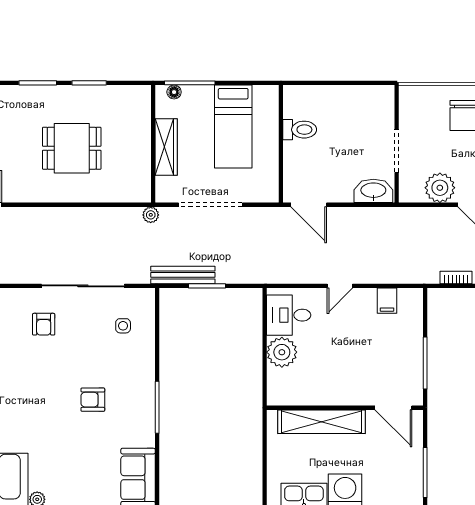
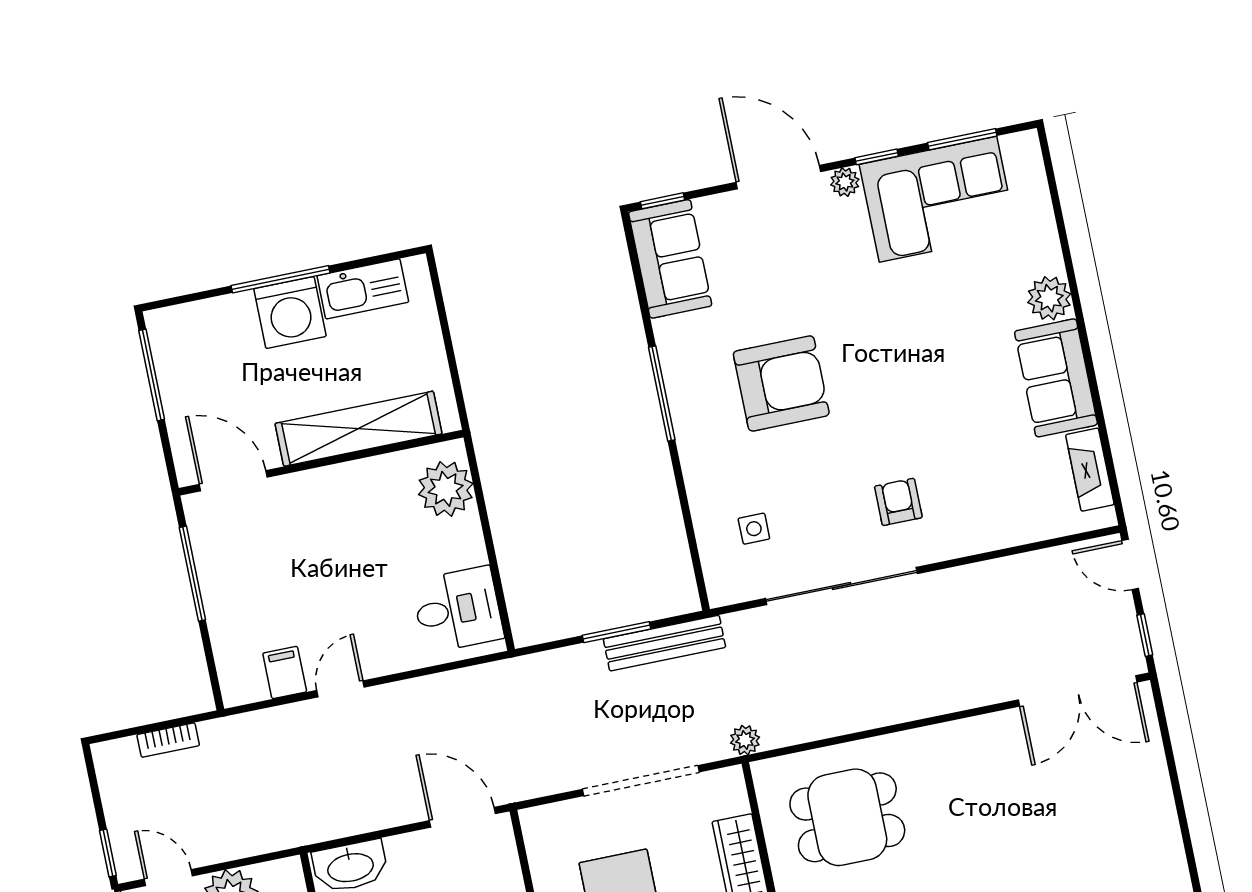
dining table: (72, 148) -> (847, 817), moved
door: (340, 286) -> (340, 689), moved
plant: (282, 352) -> (446, 489), moved
armchair: (93, 400) -> (781, 383), width x1.88, depth x1.88

